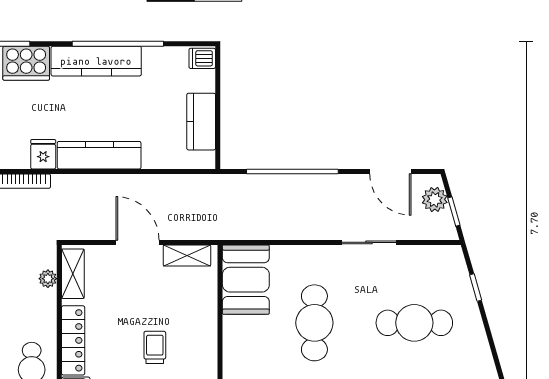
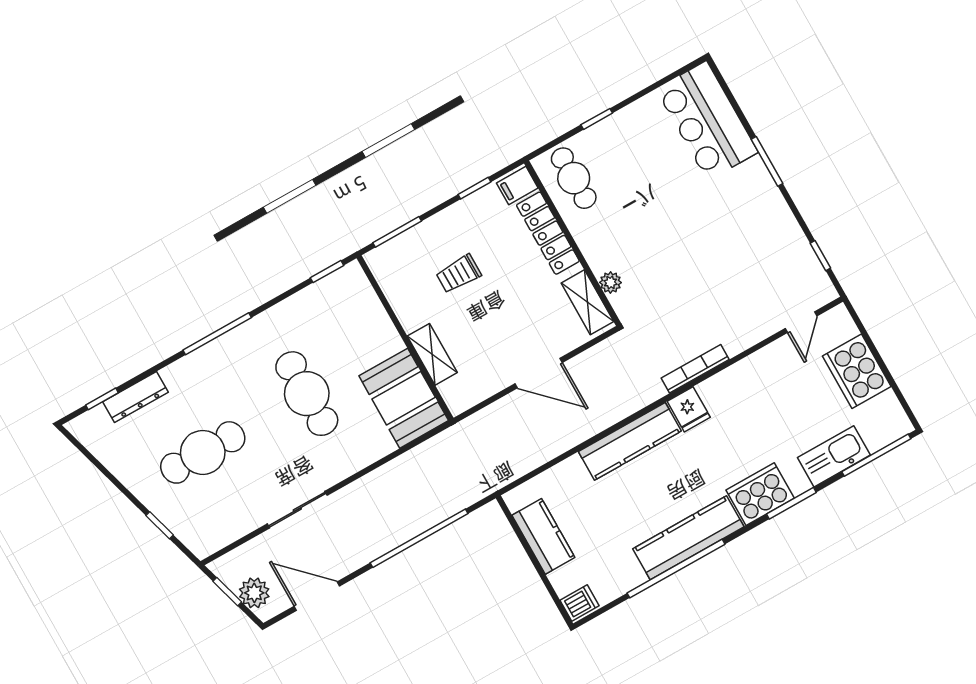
shelving: (187, 255) -> (432, 354), moved, turned 90
trolley: (155, 347) -> (459, 274), turned 90

